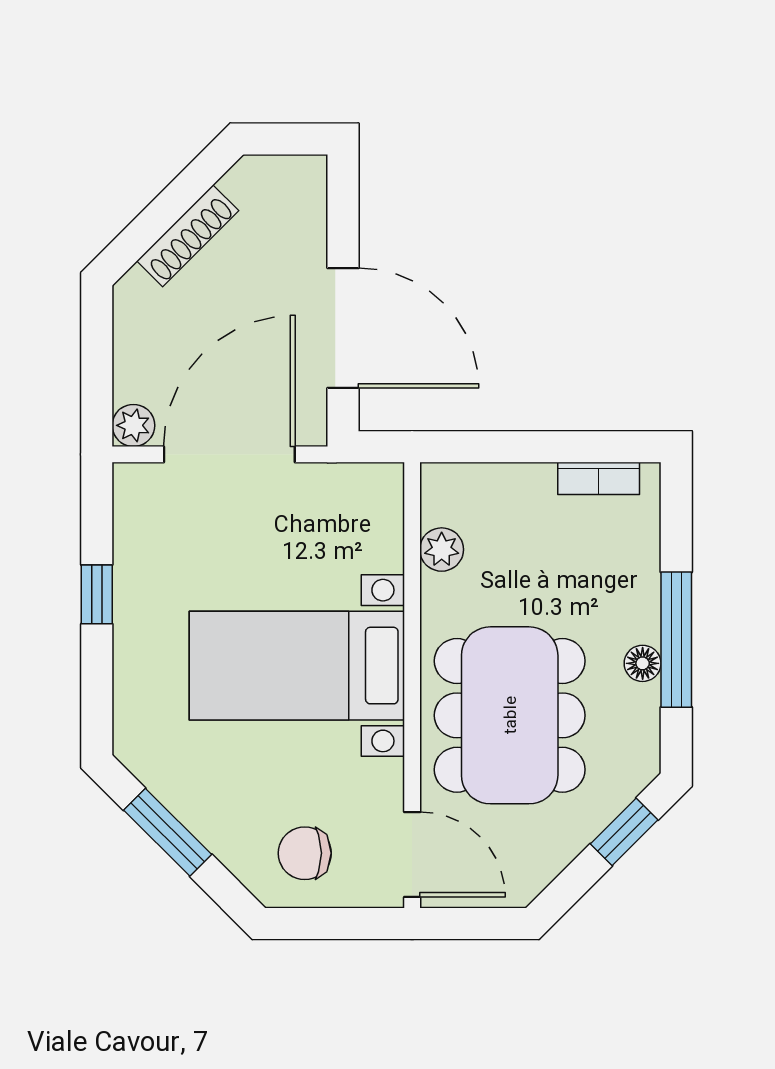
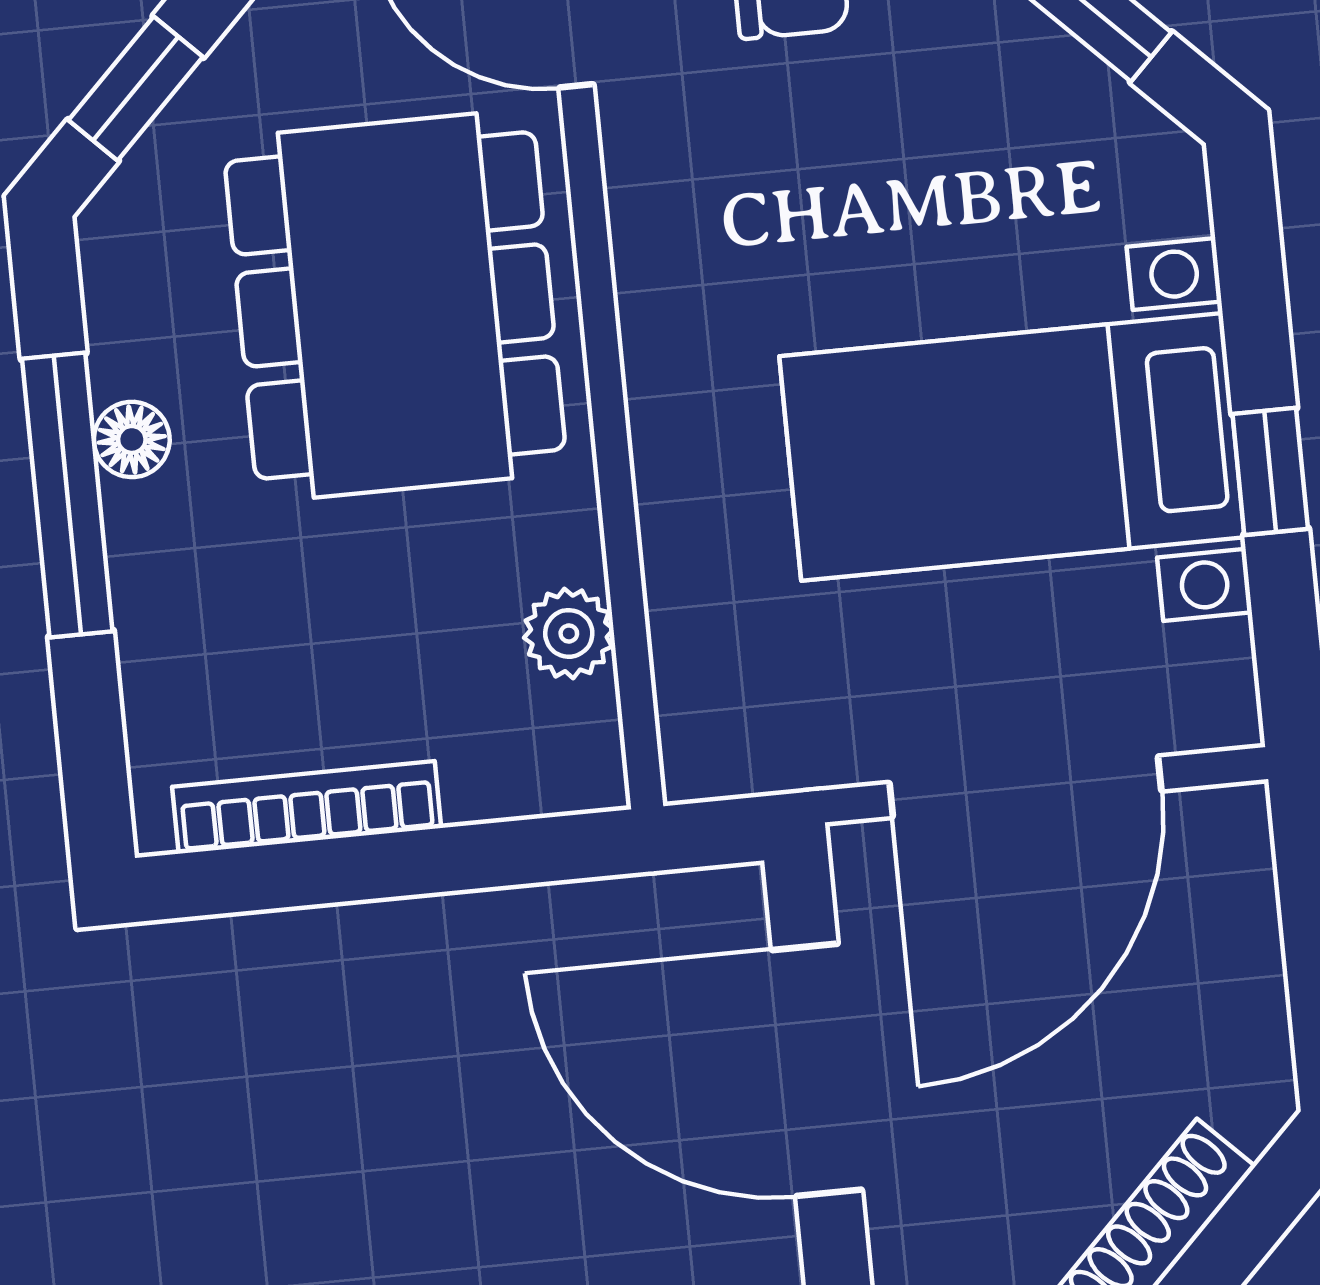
plant: (133, 425) -> (1229, 827), removed
bookcase: (599, 478) -> (307, 807), width x1.56
bed with nightstands: (297, 666) -> (1012, 447), moved, turned 180

